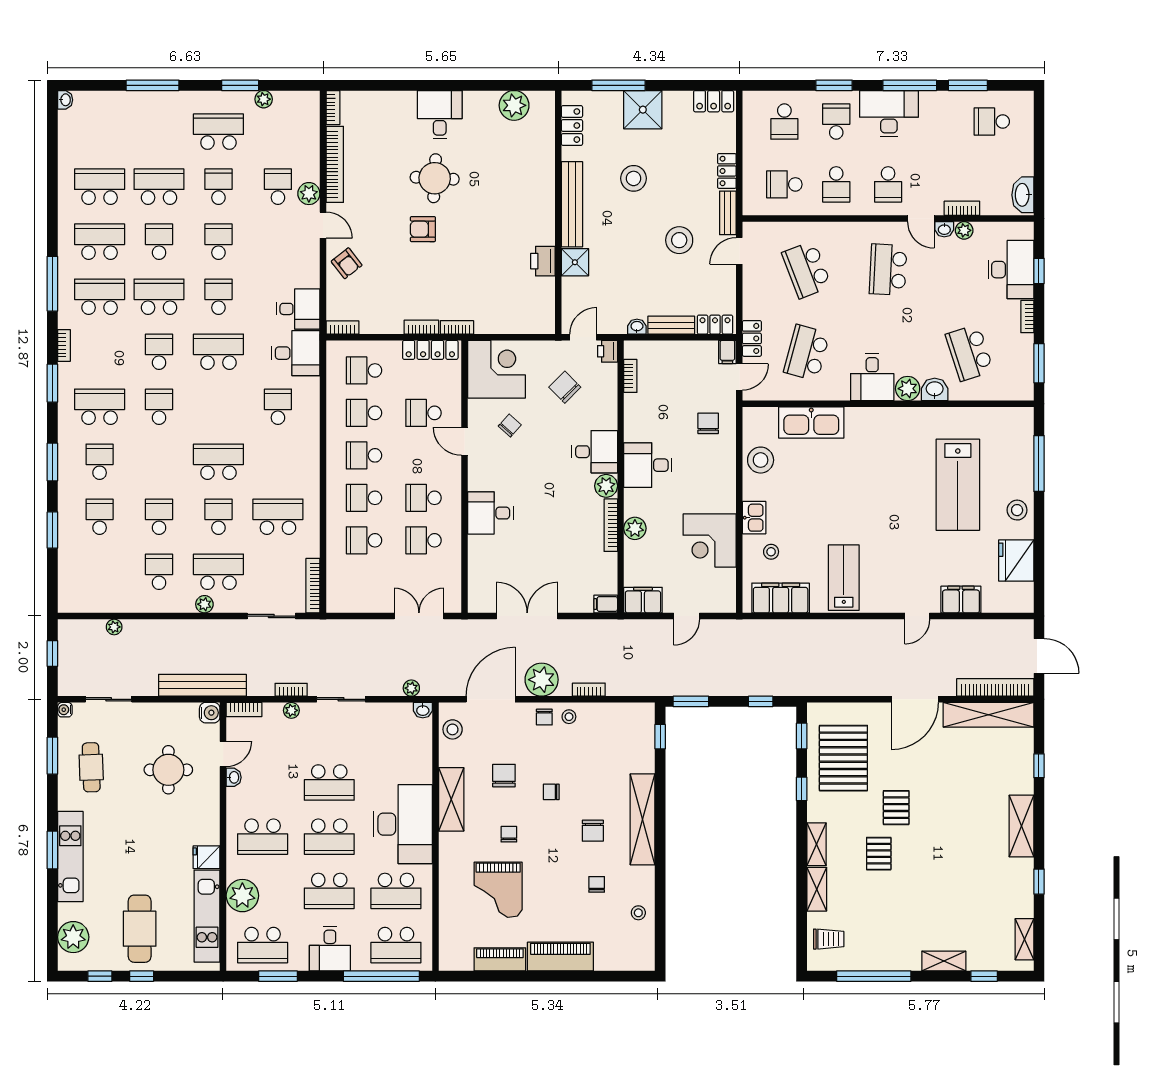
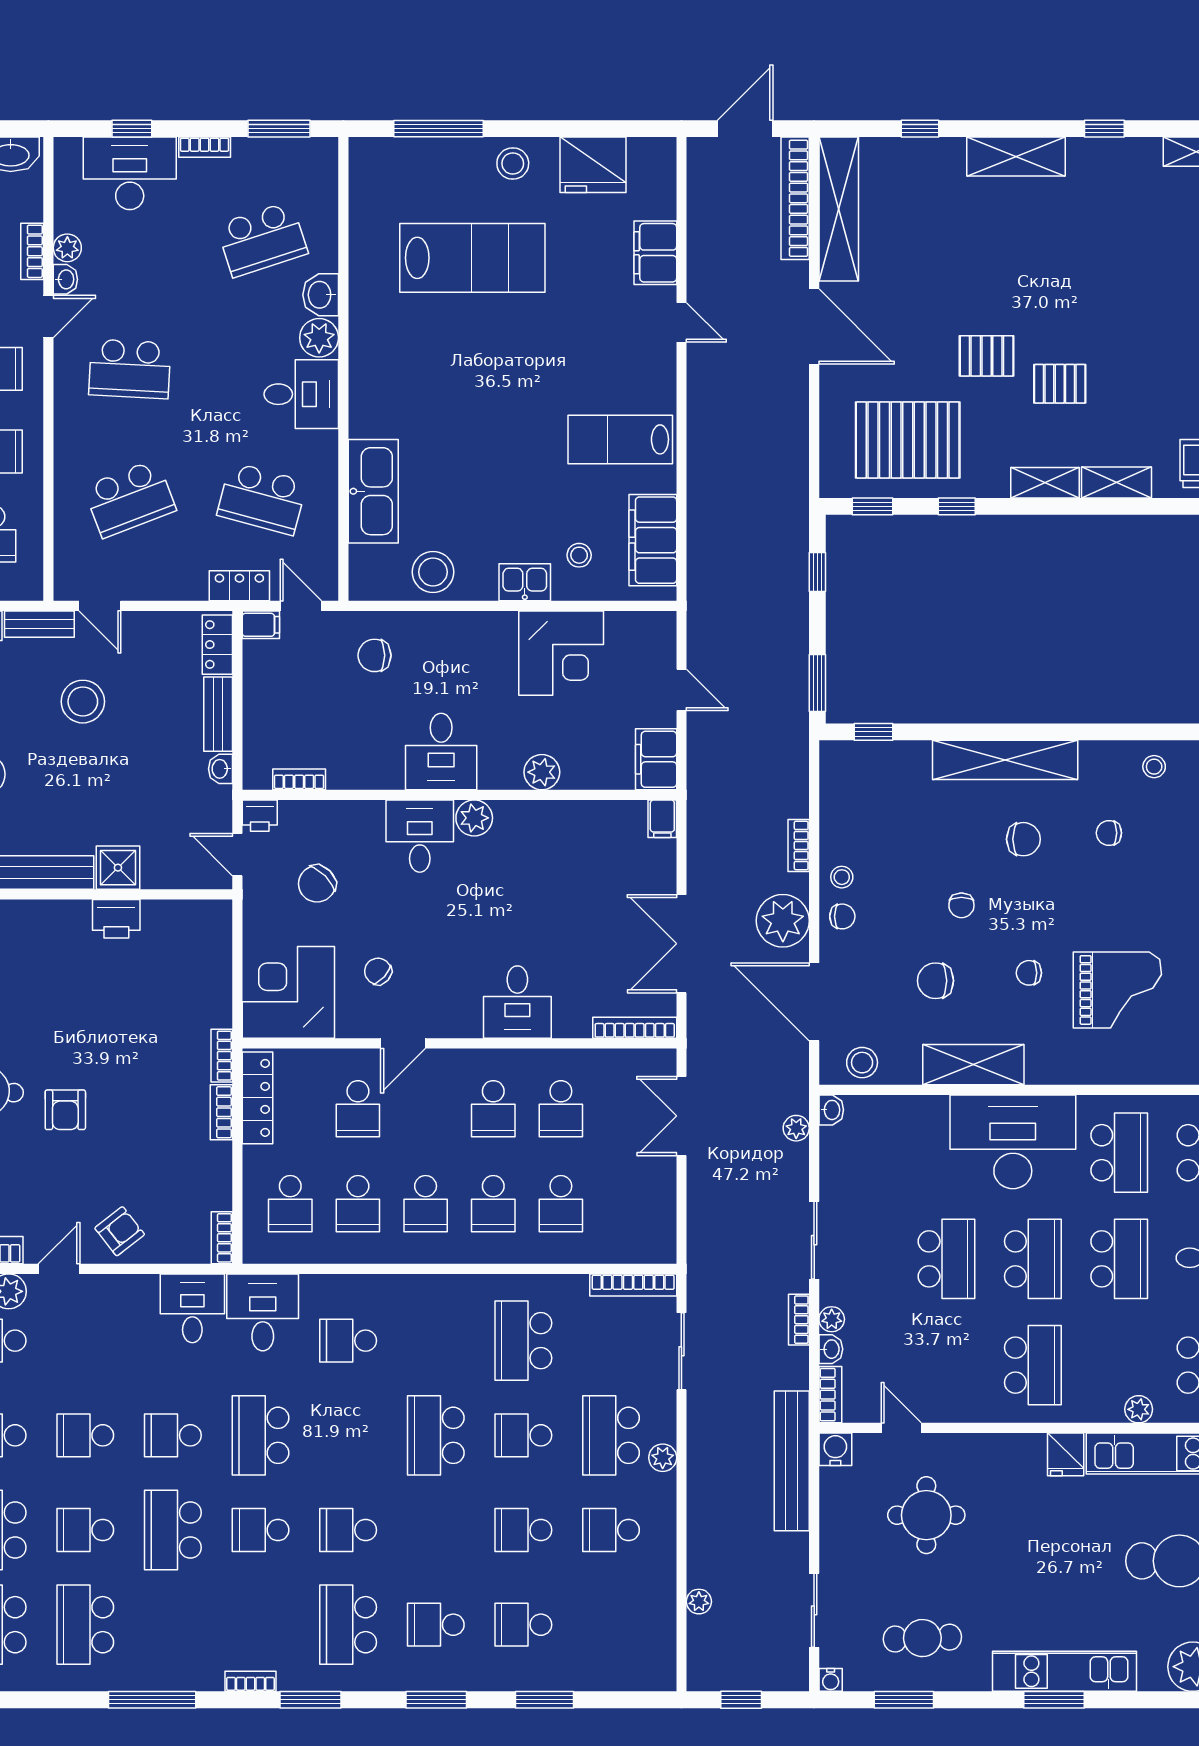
school desk: (100, 297) -> (173, 1625), removed
bookcase: (611, 525) -> (635, 1028), moved, turned 180
washbasin: (234, 777) -> (831, 1349), moved, turned 90
plant: (242, 896) -> (1139, 1409), width x0.53, depth x0.53

